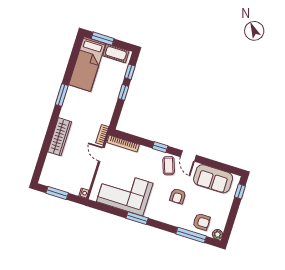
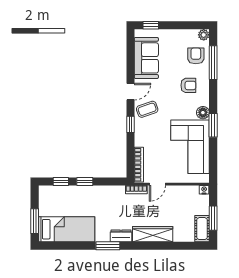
cot: (116, 53) -> (202, 229), moved
dresser: (67, 109) -> (121, 236), added
armchair: (178, 196) -> (188, 85), moved
floor lamp: (151, 213) -> (203, 113), added

